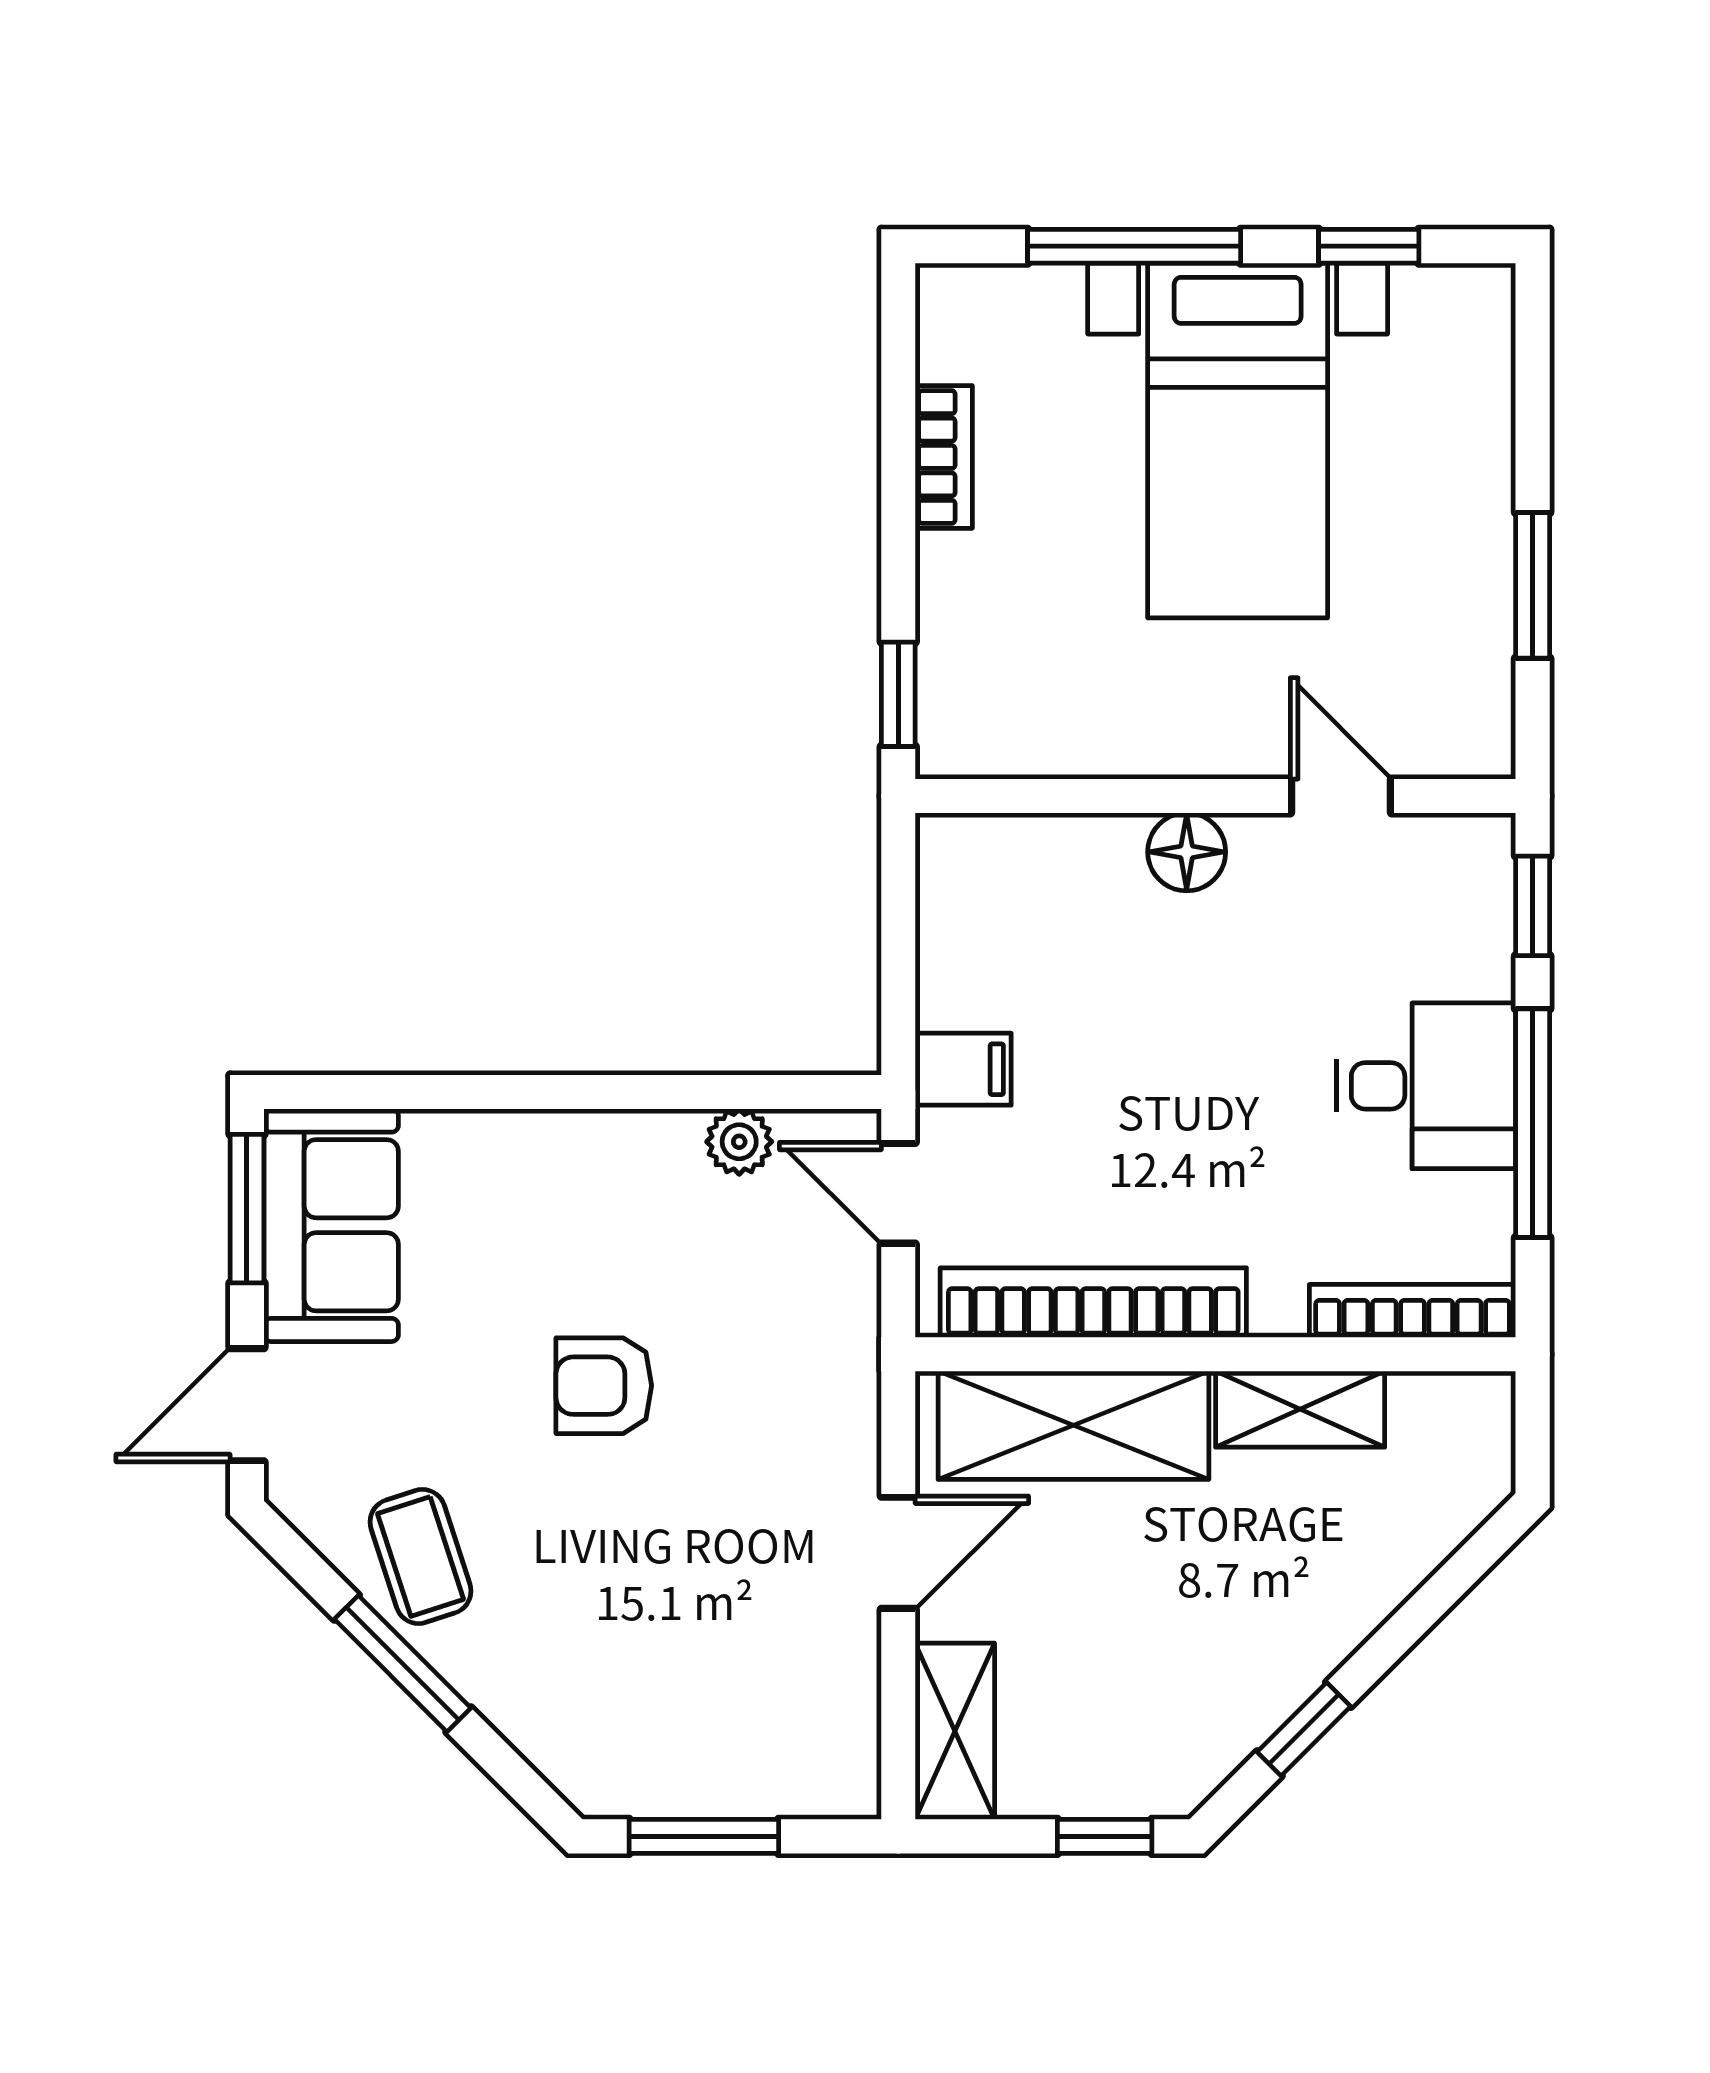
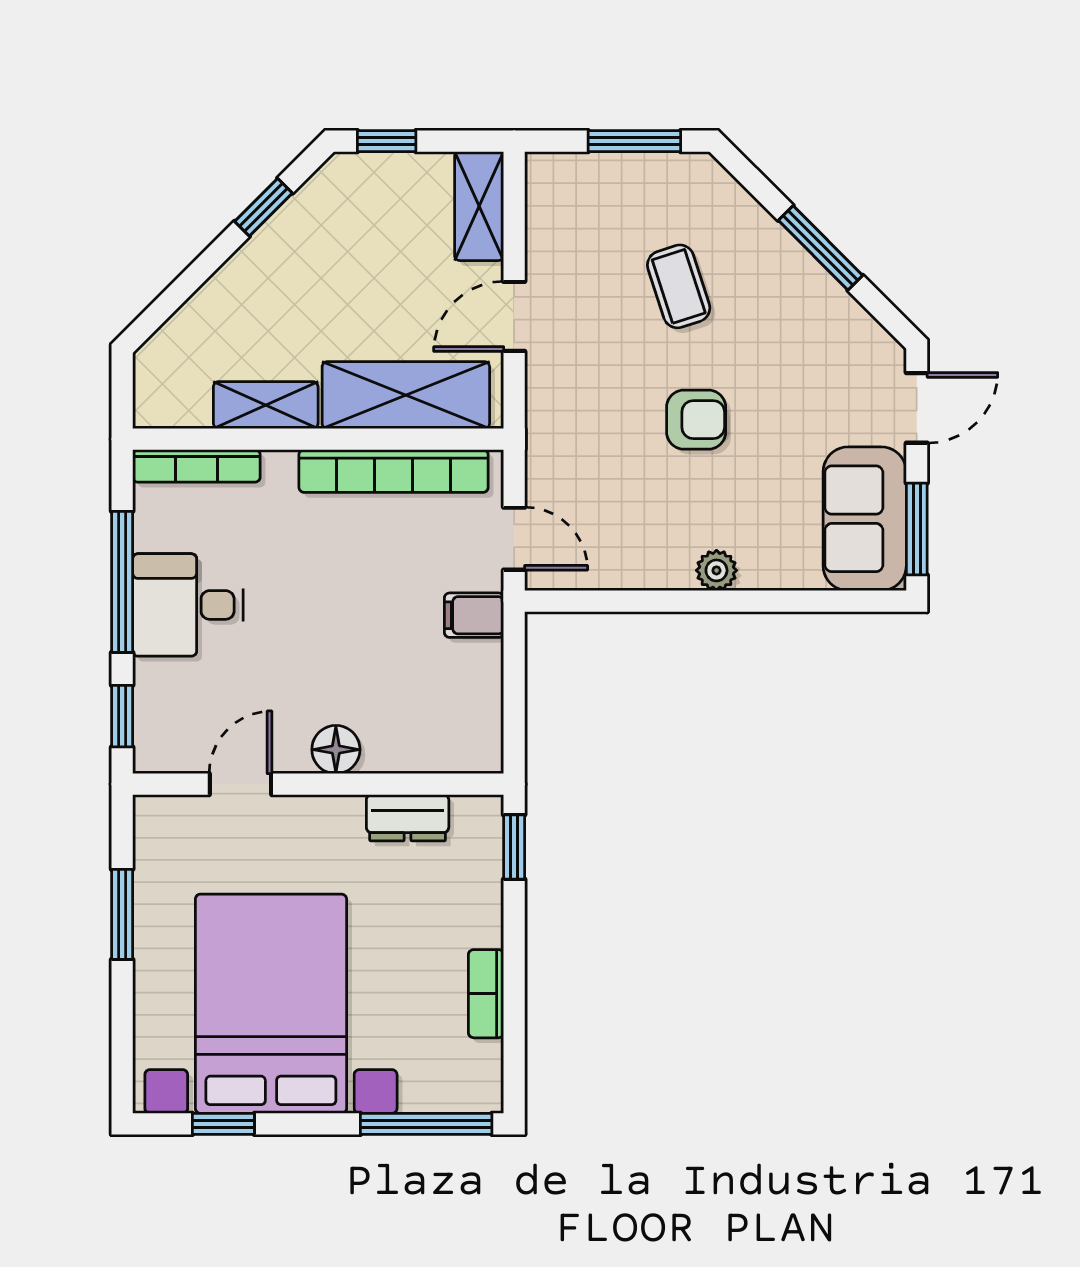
window: (1134, 246) -> (426, 1124), moved
bed with nightstands: (1238, 441) -> (271, 1004), width x1.36
dresser: (1071, 742) -> (408, 818), added
door: (1341, 796) -> (241, 784), swing flipped
plant: (739, 1142) -> (716, 570), moved
coffee table: (420, 1556) -> (679, 286), moved

